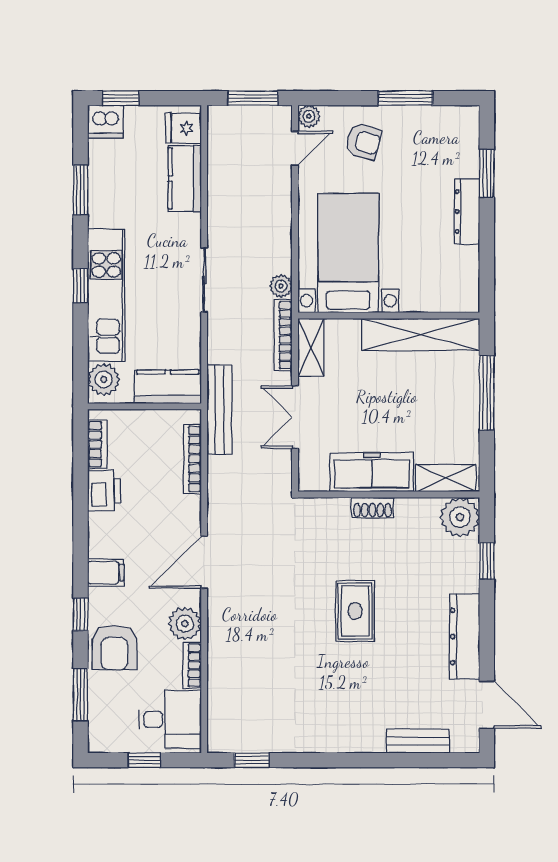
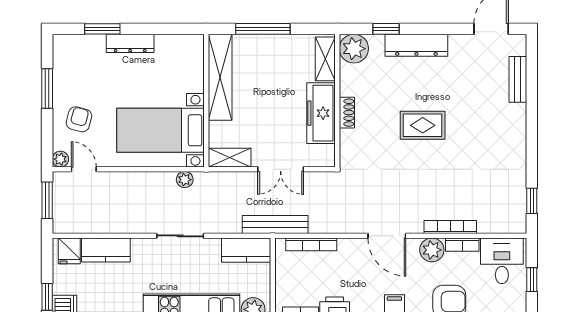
bookcase: (283, 335) -> (450, 227), moved, turned 180
kitchen counter: (168, 387) -> (246, 250), moved, turned -90
dresser: (465, 636) -> (416, 45), moved

